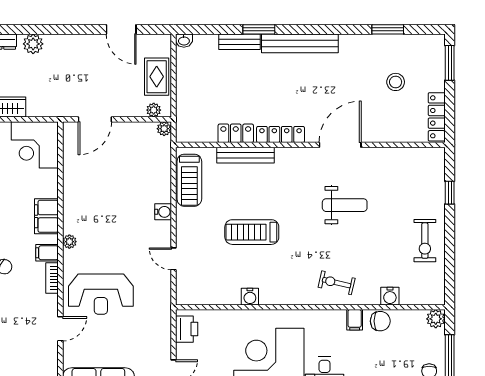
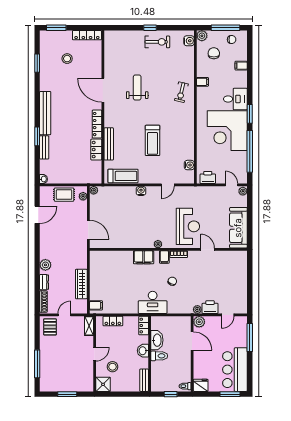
corner desk: (35, 145) -> (103, 264), removed
window: (450, 193) -> (150, 28), moved
water cooler: (390, 296) -> (189, 41), moved
water cooler: (250, 297) -> (189, 165), moved
chair: (380, 321) -> (214, 53), moved

